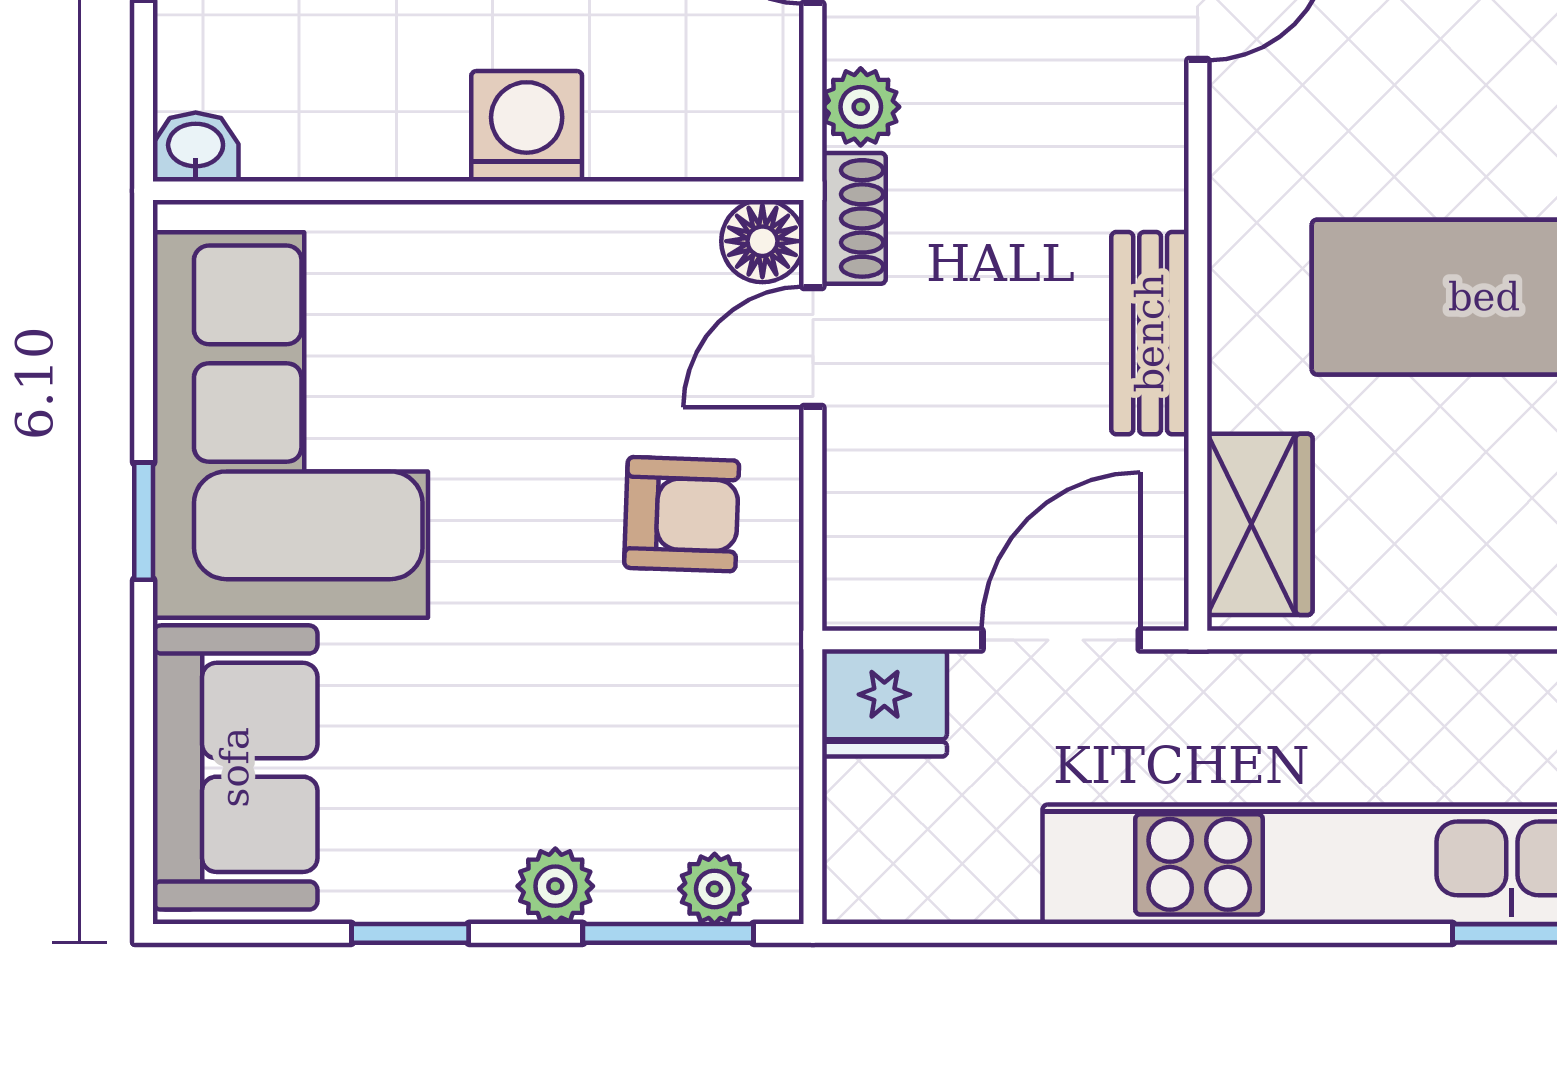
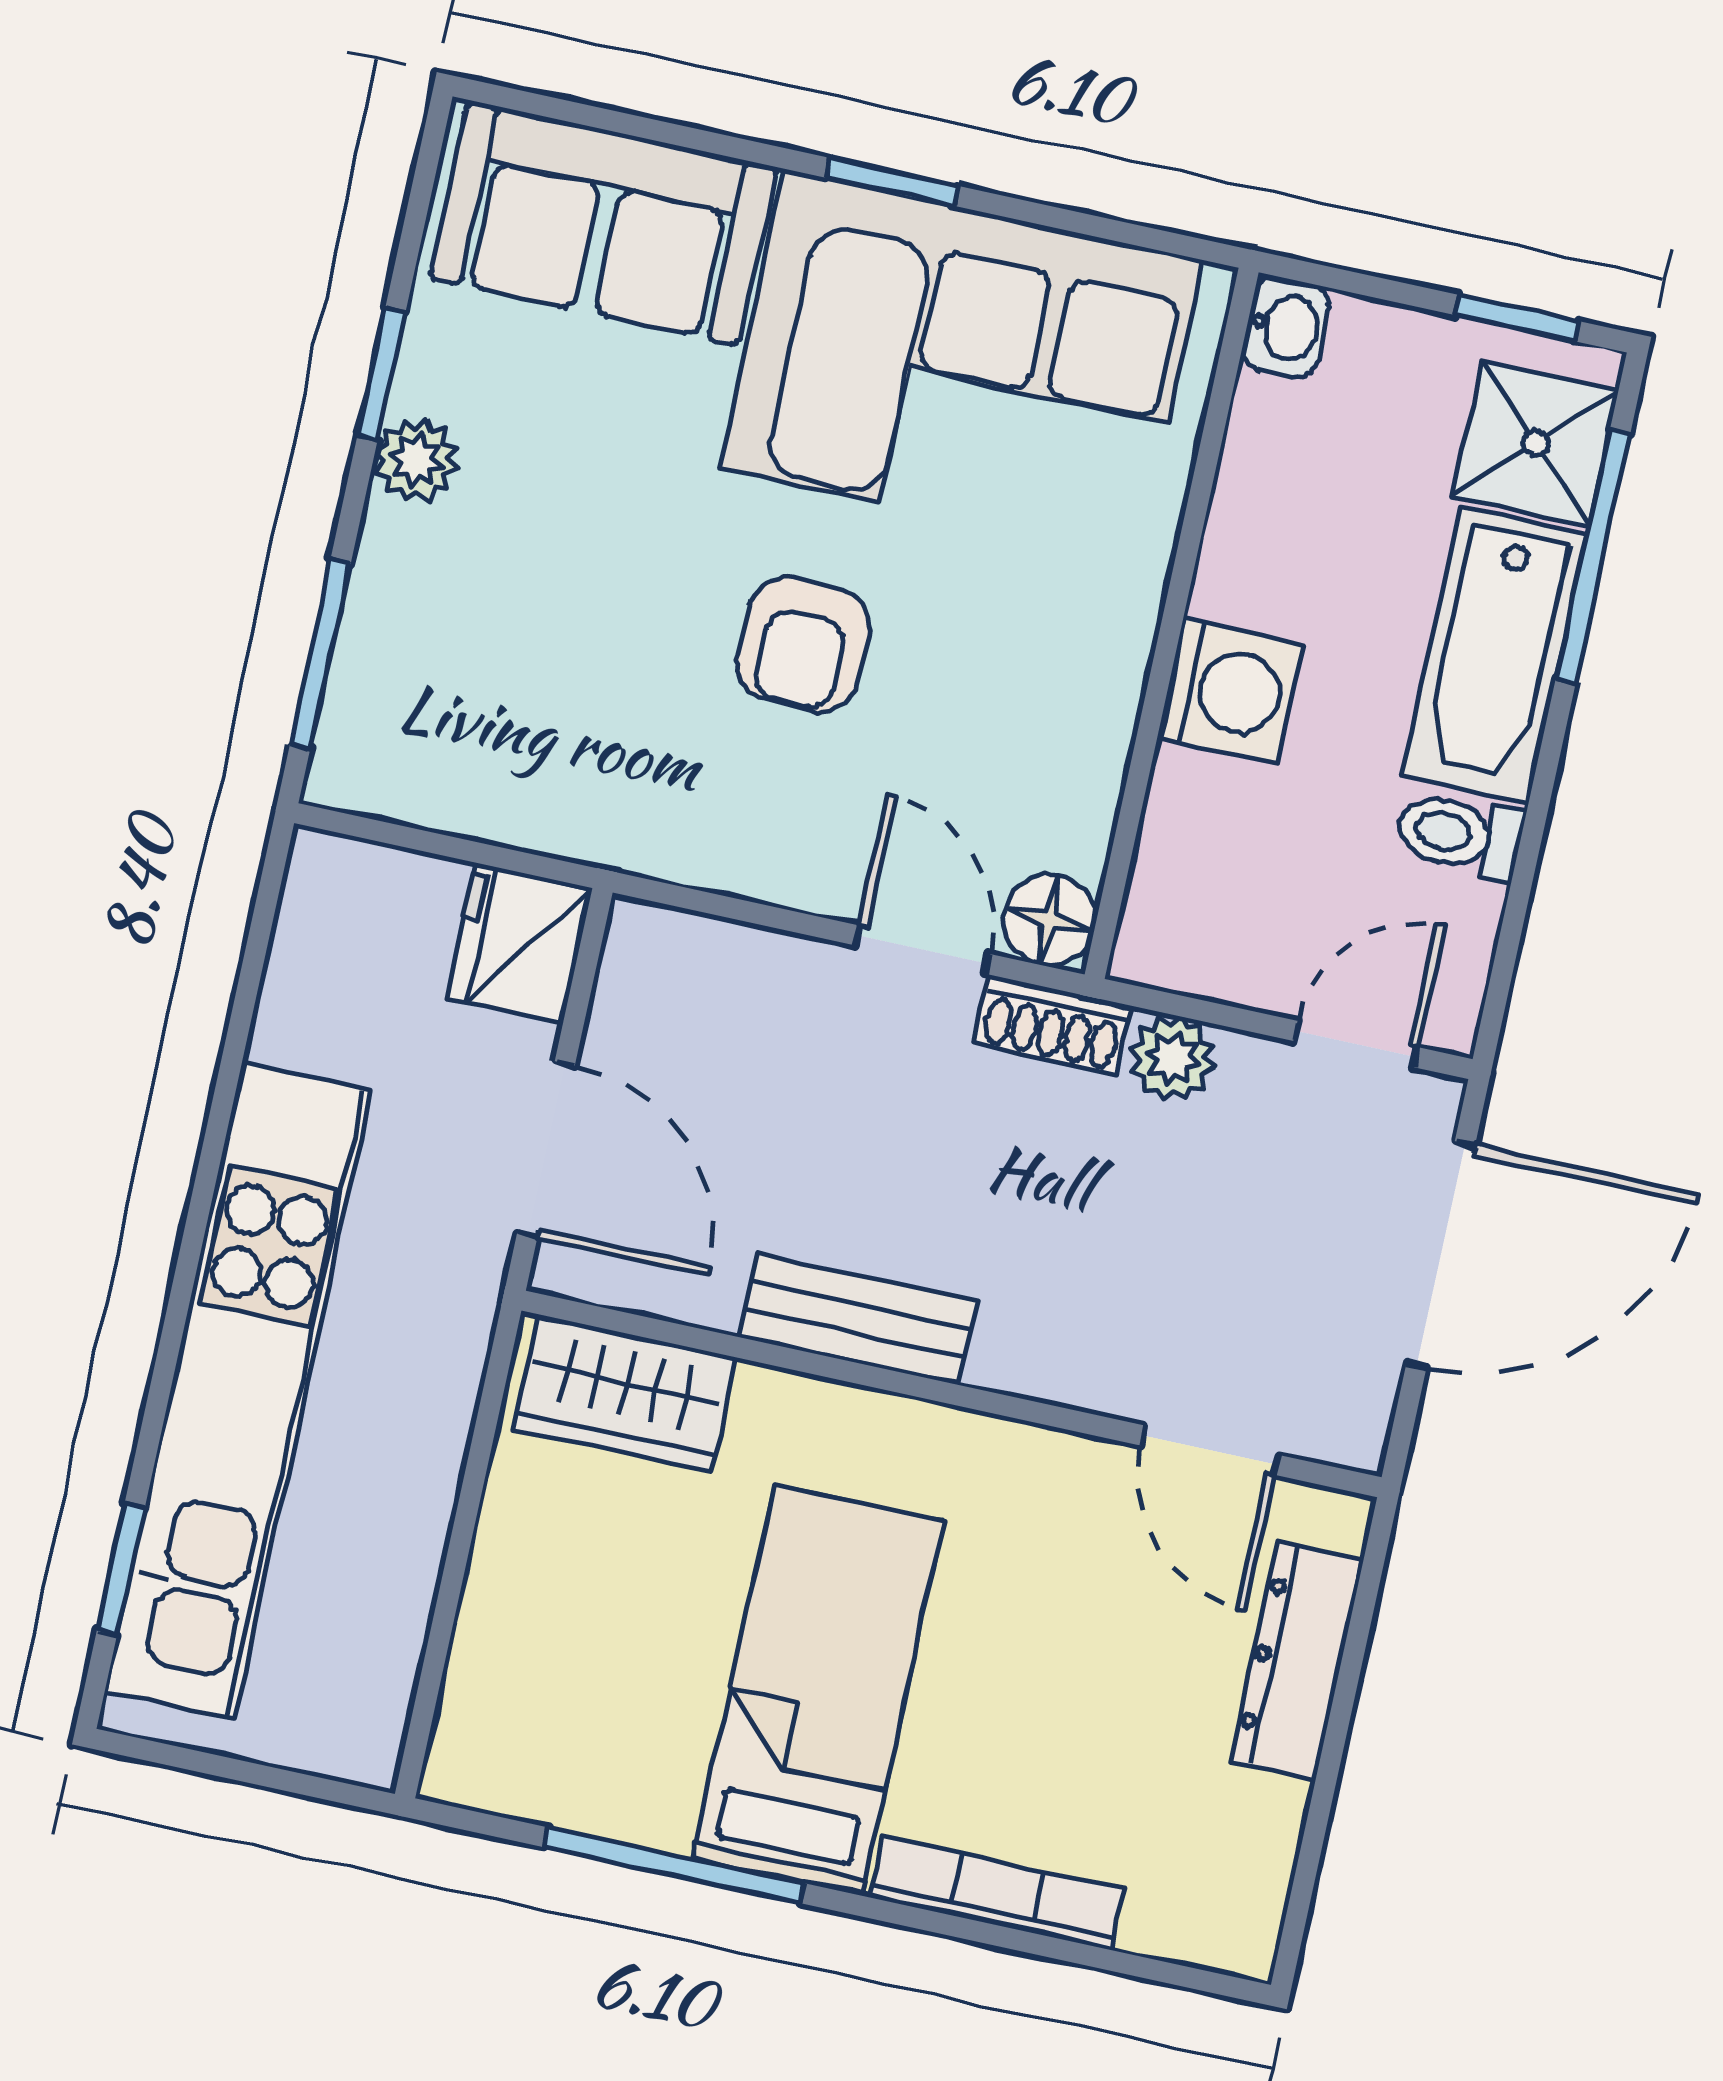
armchair: (682, 514) -> (803, 645), moved
plant: (555, 886) -> (416, 461), moved
plant: (715, 889) -> (358, 715), removed

